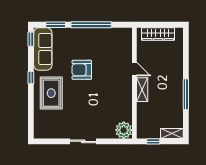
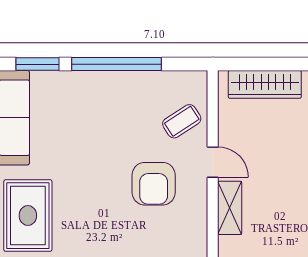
coffee table: (121, 51) -> (182, 121), added
armchair: (82, 70) -> (154, 184), moved, turned -90

